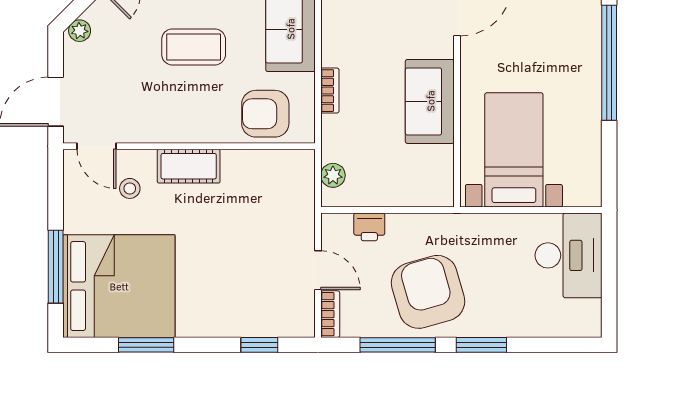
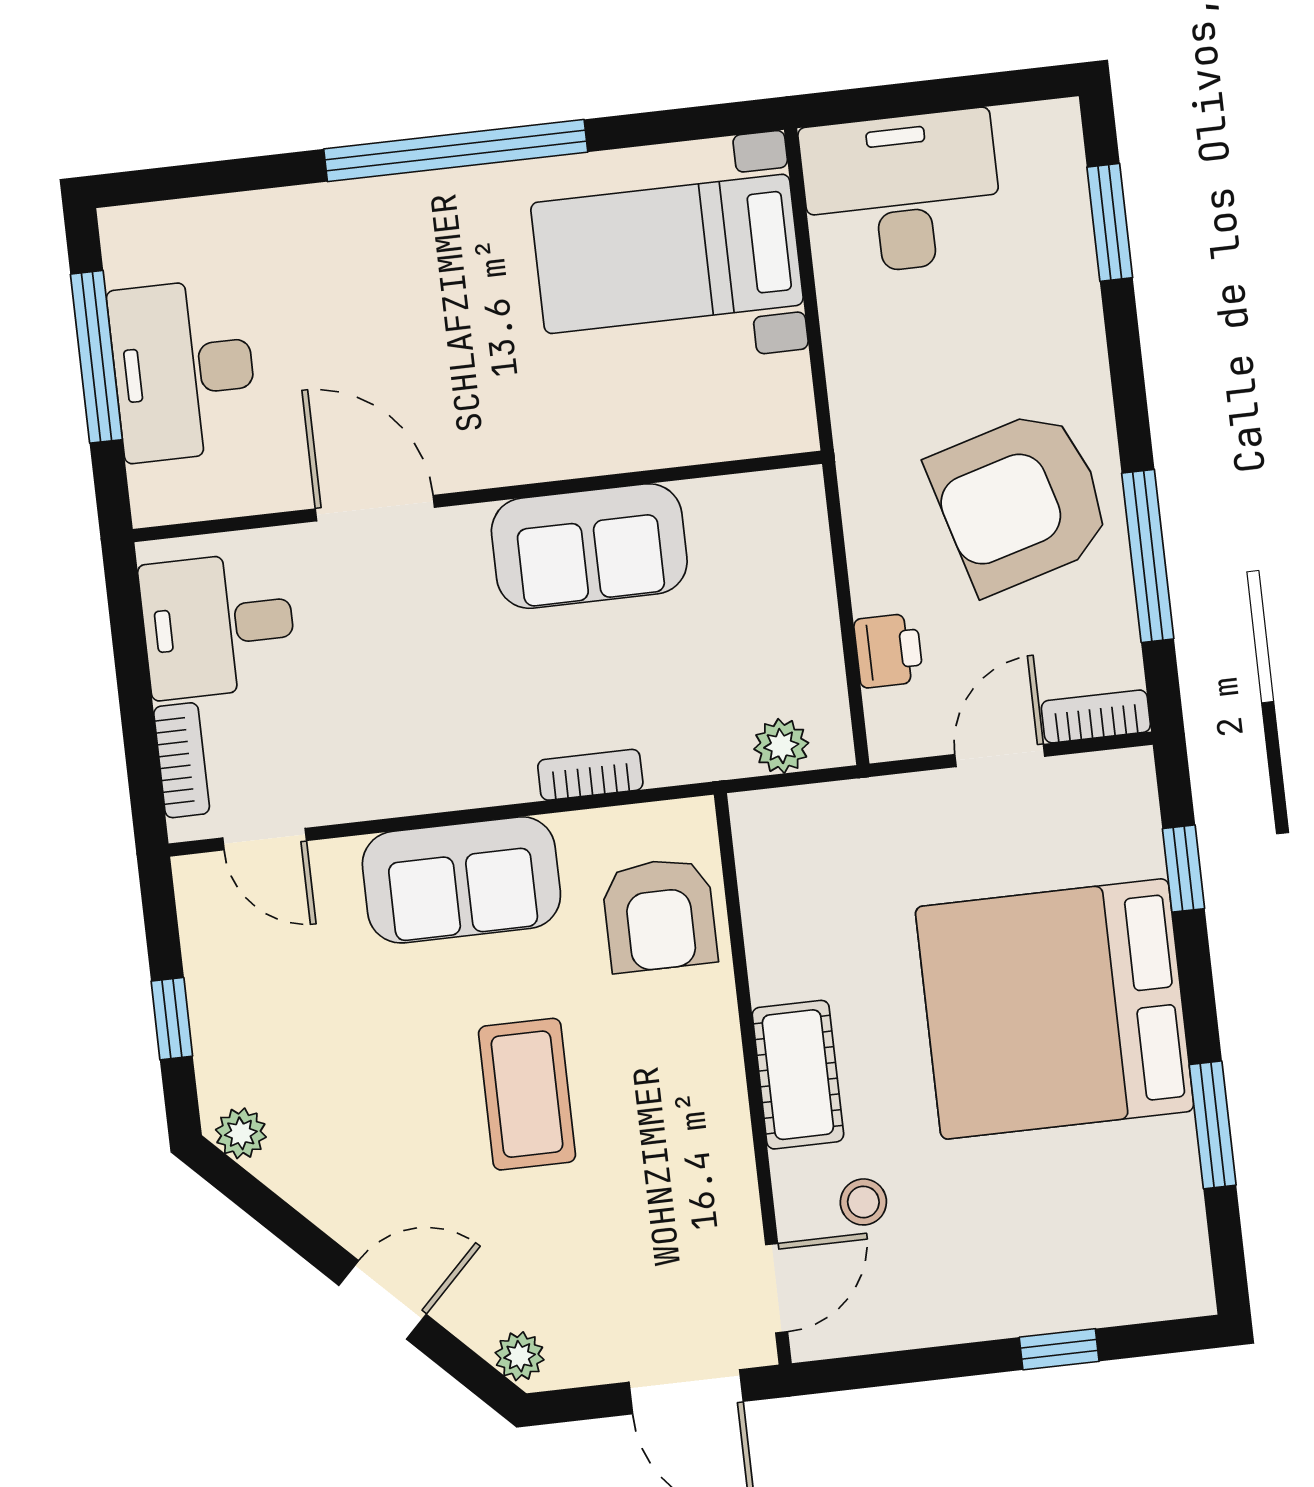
bed with nightstands: (514, 150) -> (667, 254), moved
window: (56, 267) -> (1059, 1349), width x0.46
bed: (119, 286) -> (1055, 1009), moved, turned -90
window: (481, 345) -> (1110, 222), moved

